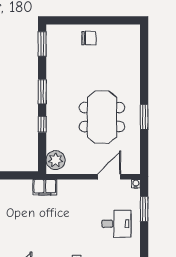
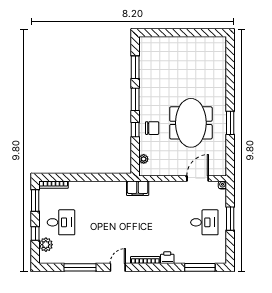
chair: (89, 38) -> (152, 128), moved
window: (42, 44) -> (135, 67), moved
plant: (56, 160) -> (144, 159), width x0.53, depth x0.53
window: (144, 209) -> (230, 219), moved

